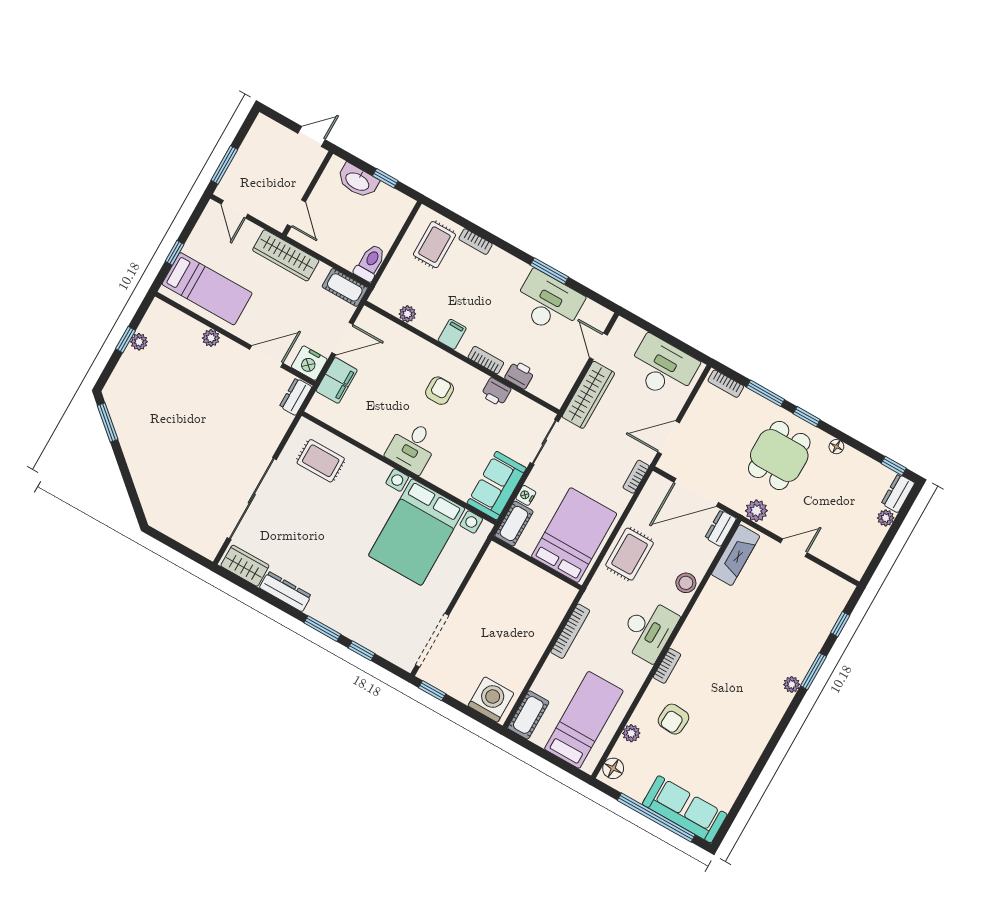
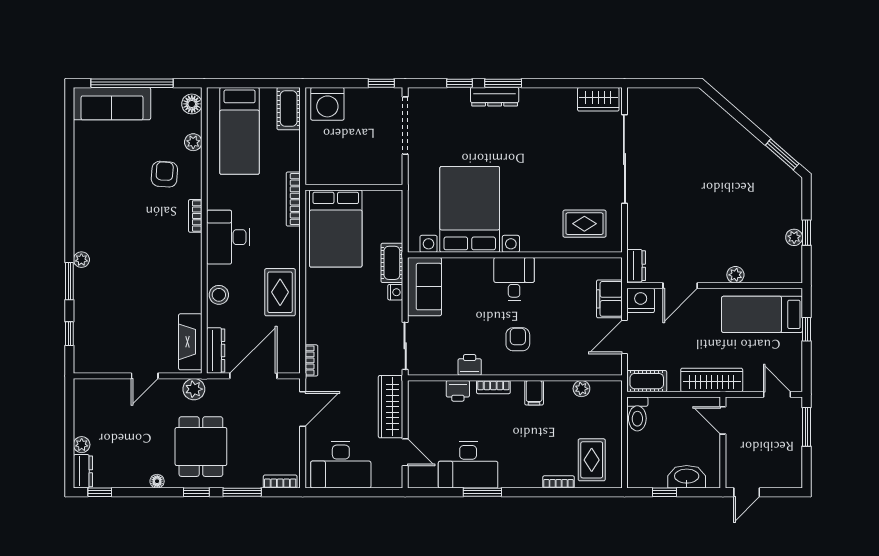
armchair: (440, 391) -> (518, 339), turned 180
dresser: (721, 528) -> (216, 350), width x1.44
bed: (574, 535) -> (336, 228), moved
wall: (537, 563) -> (354, 187), moved
dresser: (285, 592) -> (495, 97), moved

